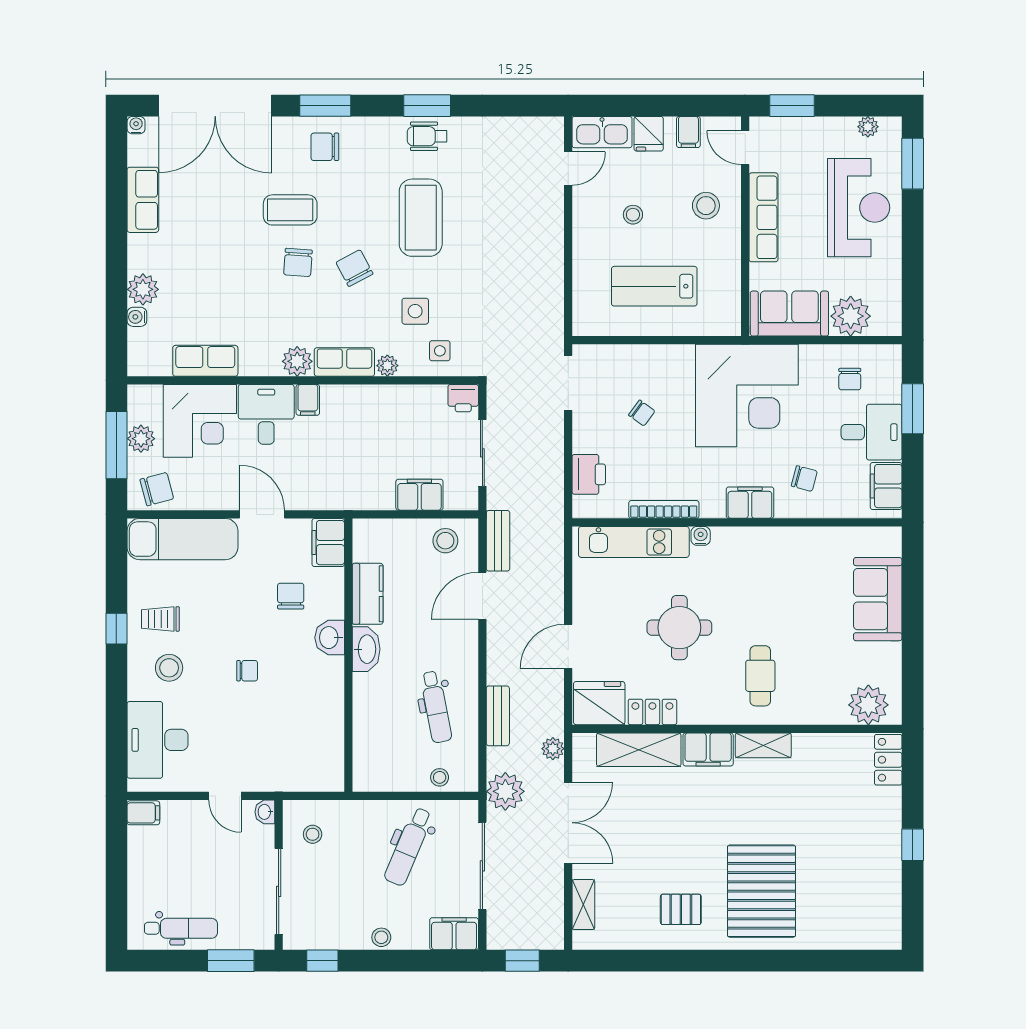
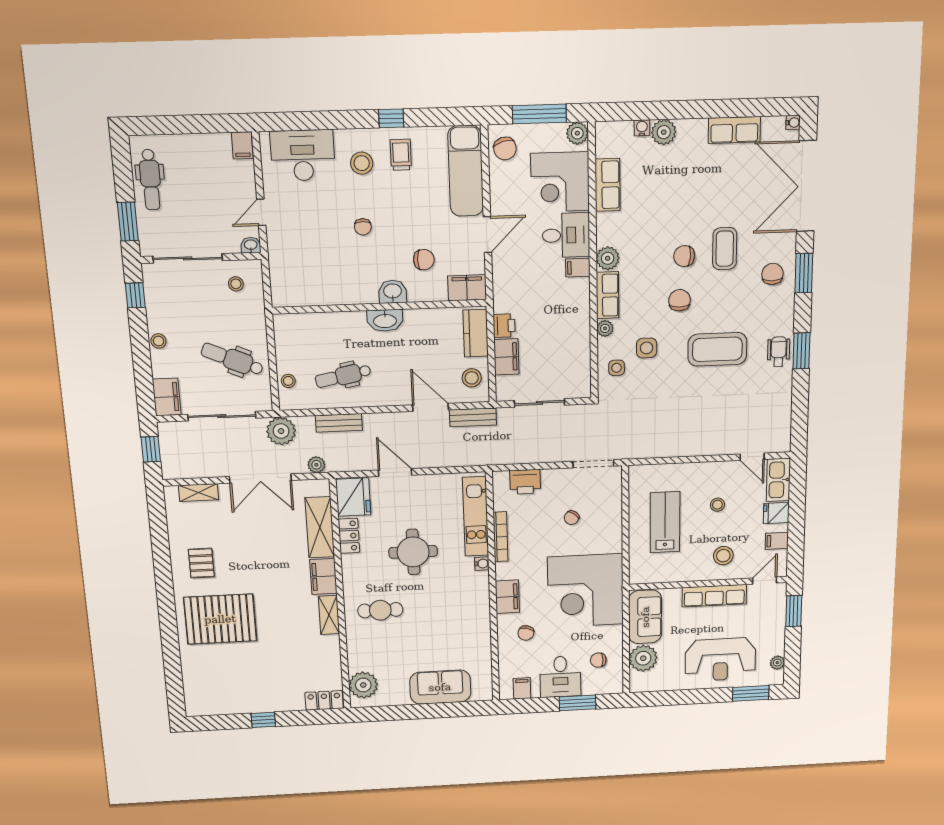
chair: (354, 268) -> (680, 300), turned -62
printer: (463, 398) -> (504, 326), moved, turned 180
plant: (141, 439) -> (577, 133), moved
filing cabinet: (886, 486) -> (522, 688), width x0.50
kitchen counter: (368, 594) -> (476, 333), moved, turned 90

